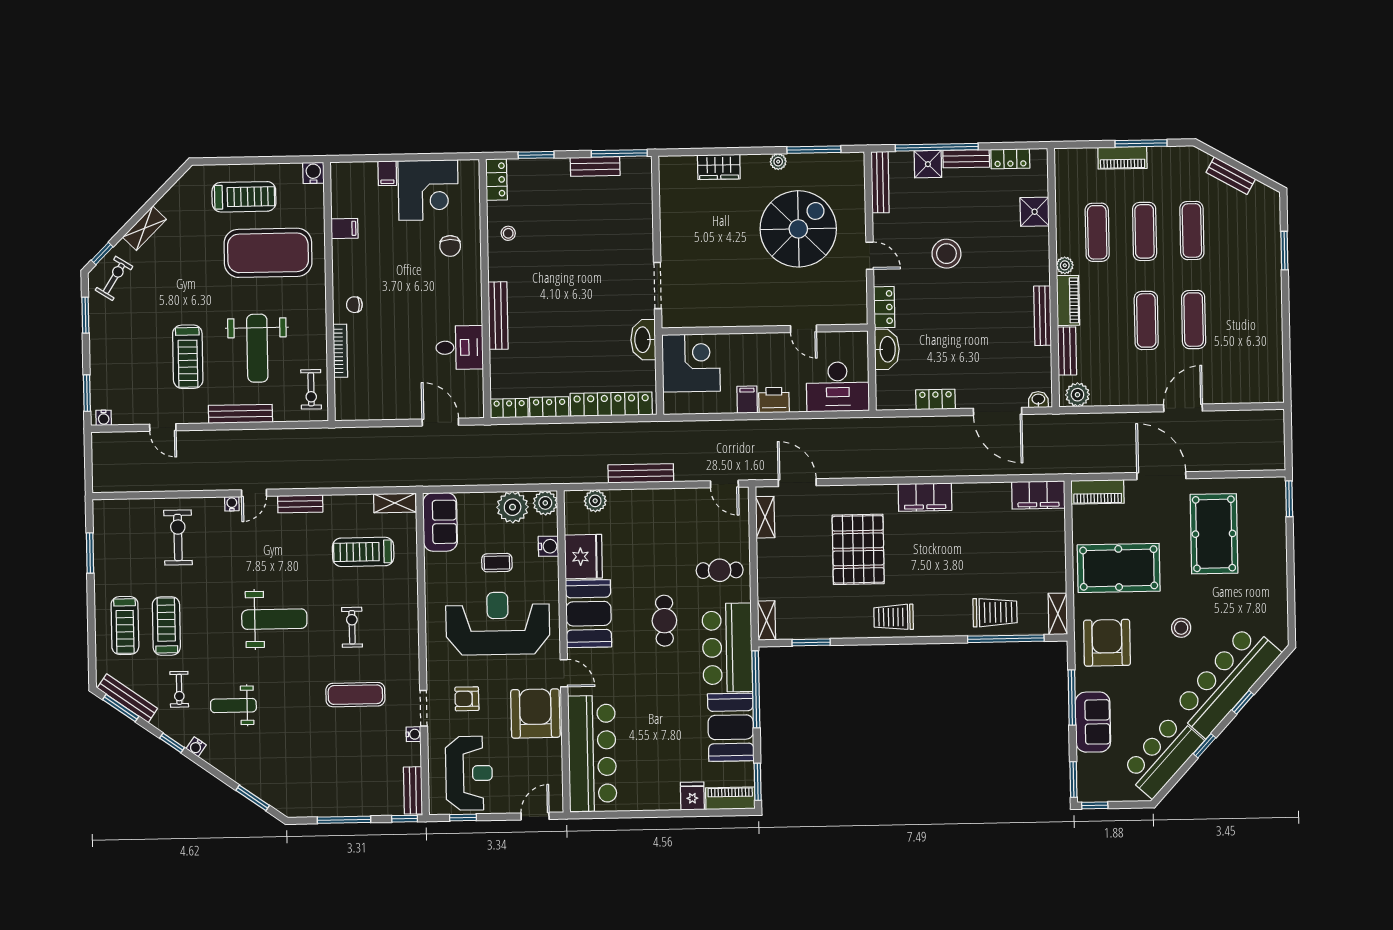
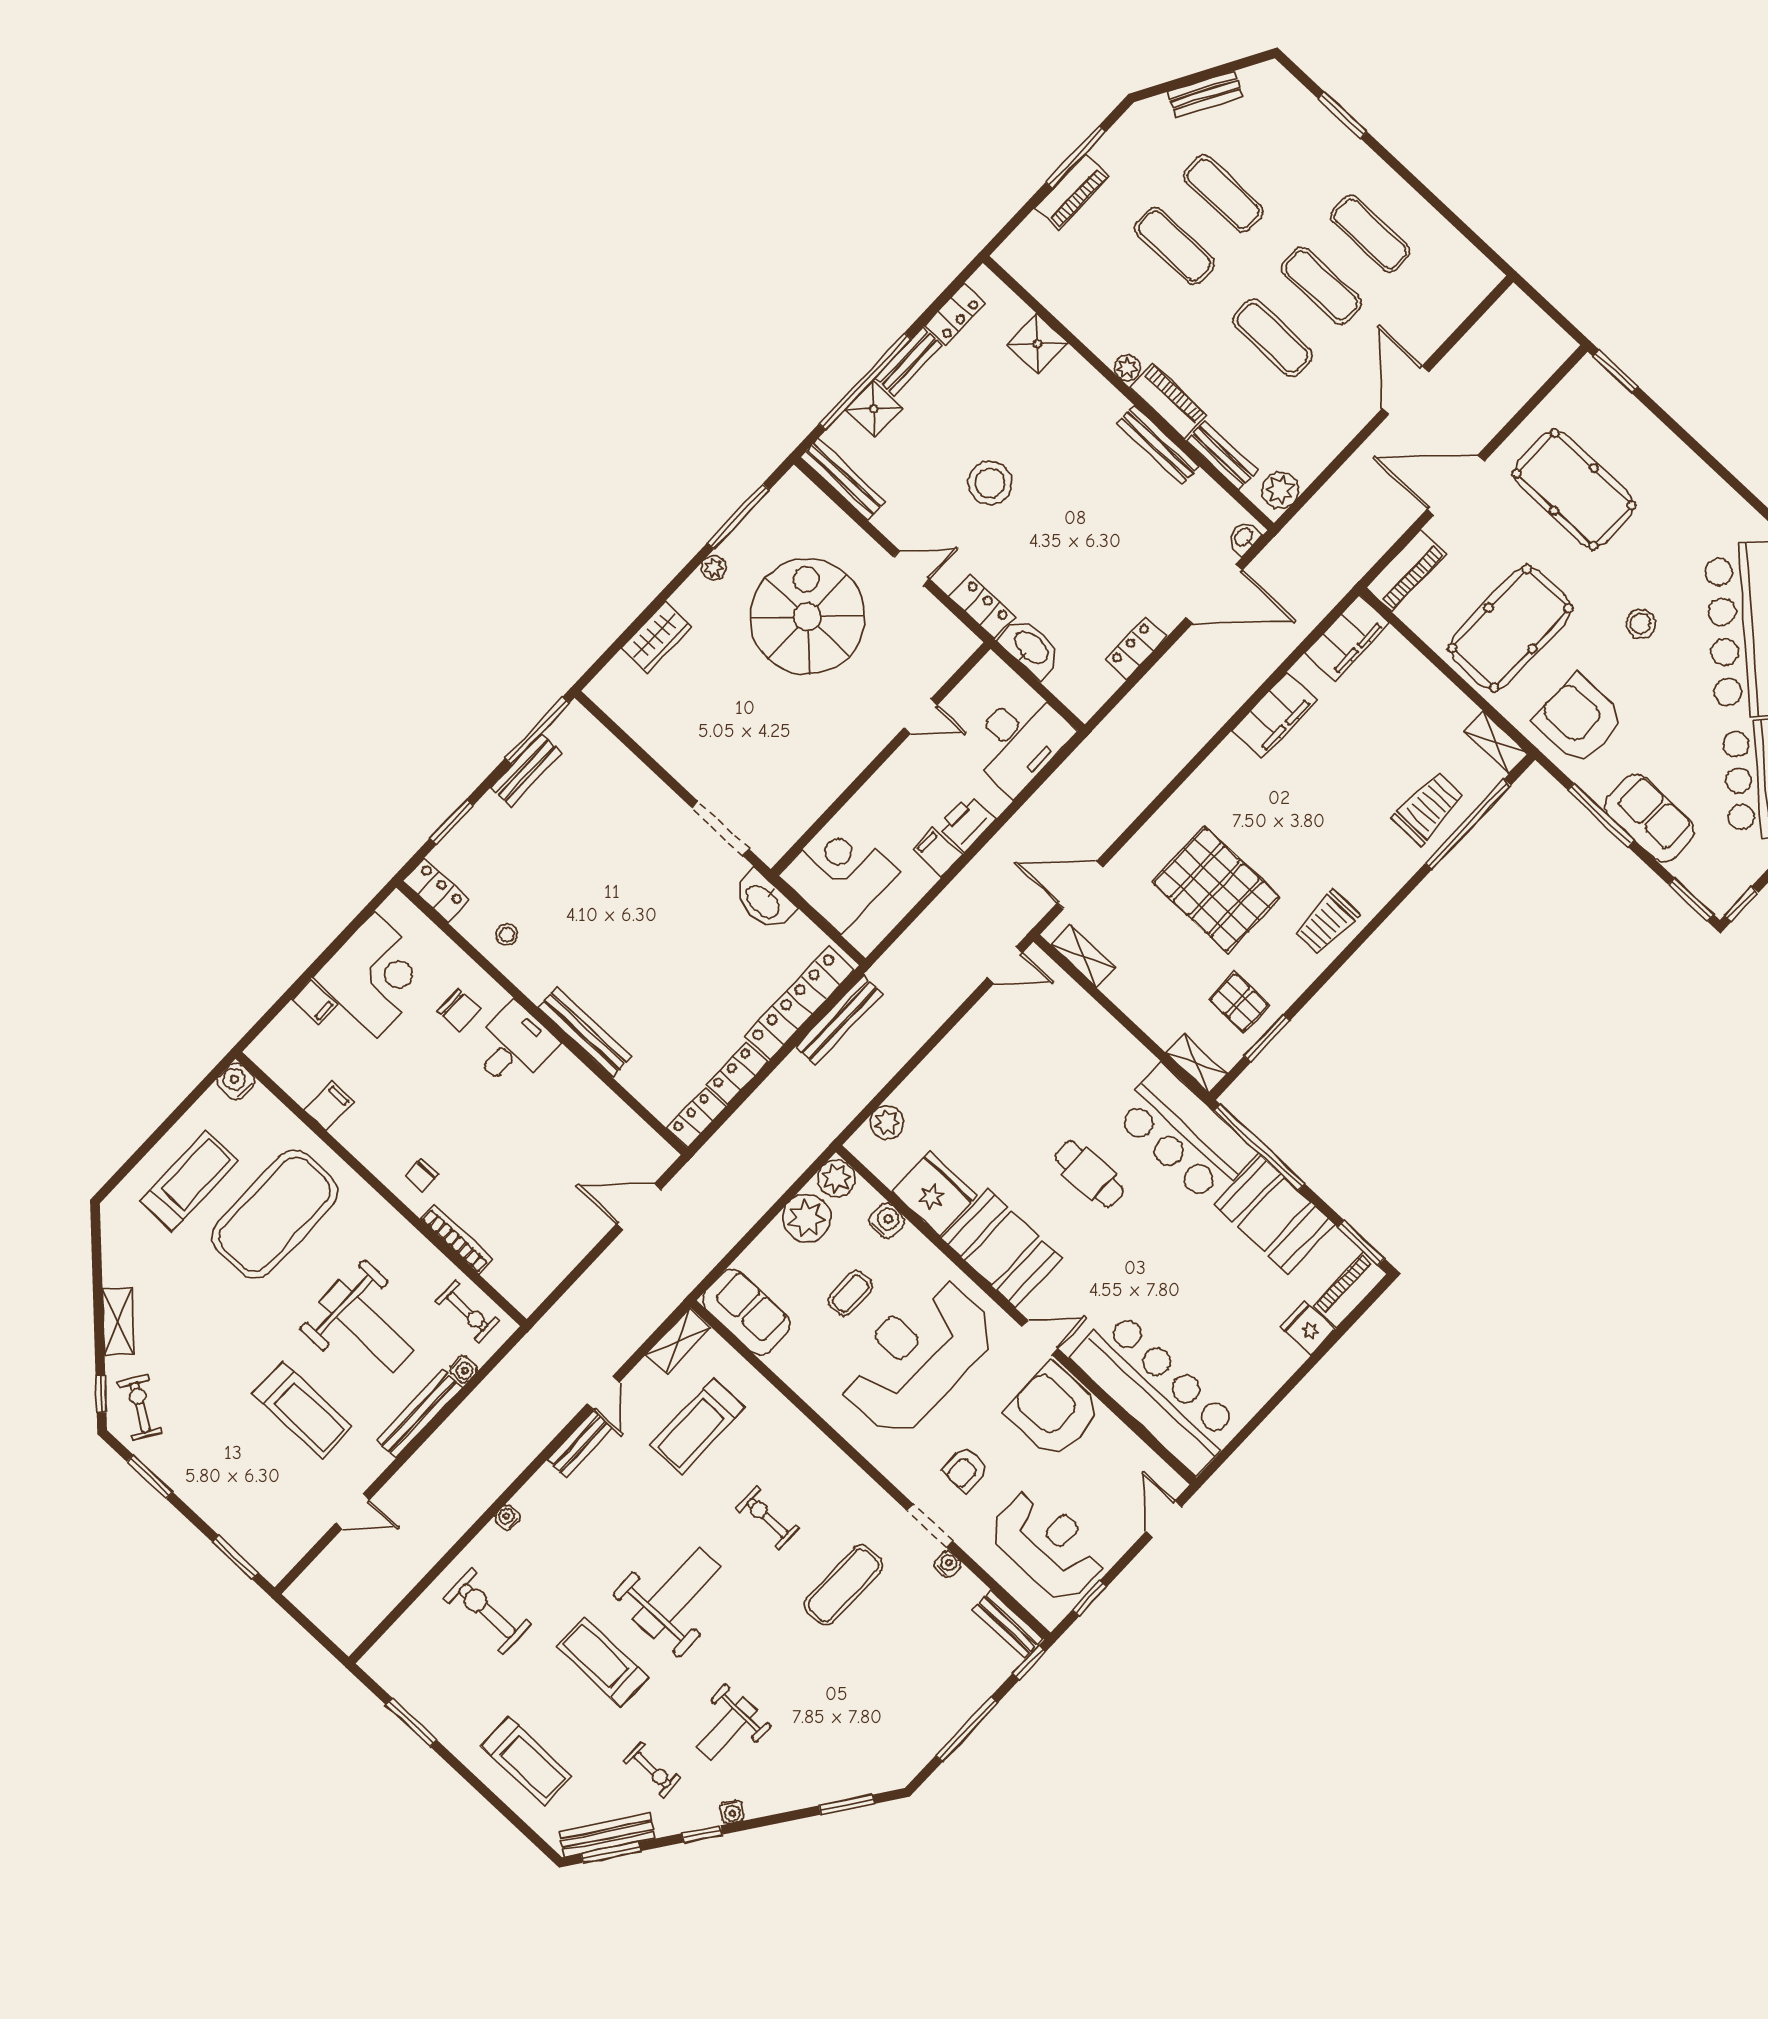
exercise mat: (1097, 232) -> (1370, 234), moved
desk: (459, 347) -> (514, 1046), moved
water cooler: (104, 418) -> (464, 1370), moved
bench: (641, 473) -> (839, 1020), moved
door: (254, 493) -> (603, 1393), moved
filing cabinet: (925, 497) -> (1275, 715), moved
cafe table: (720, 570) -> (1093, 1061), removed
pallet: (815, 612) -> (1239, 1002), added
treadmill: (166, 626) -> (602, 1662), moved

